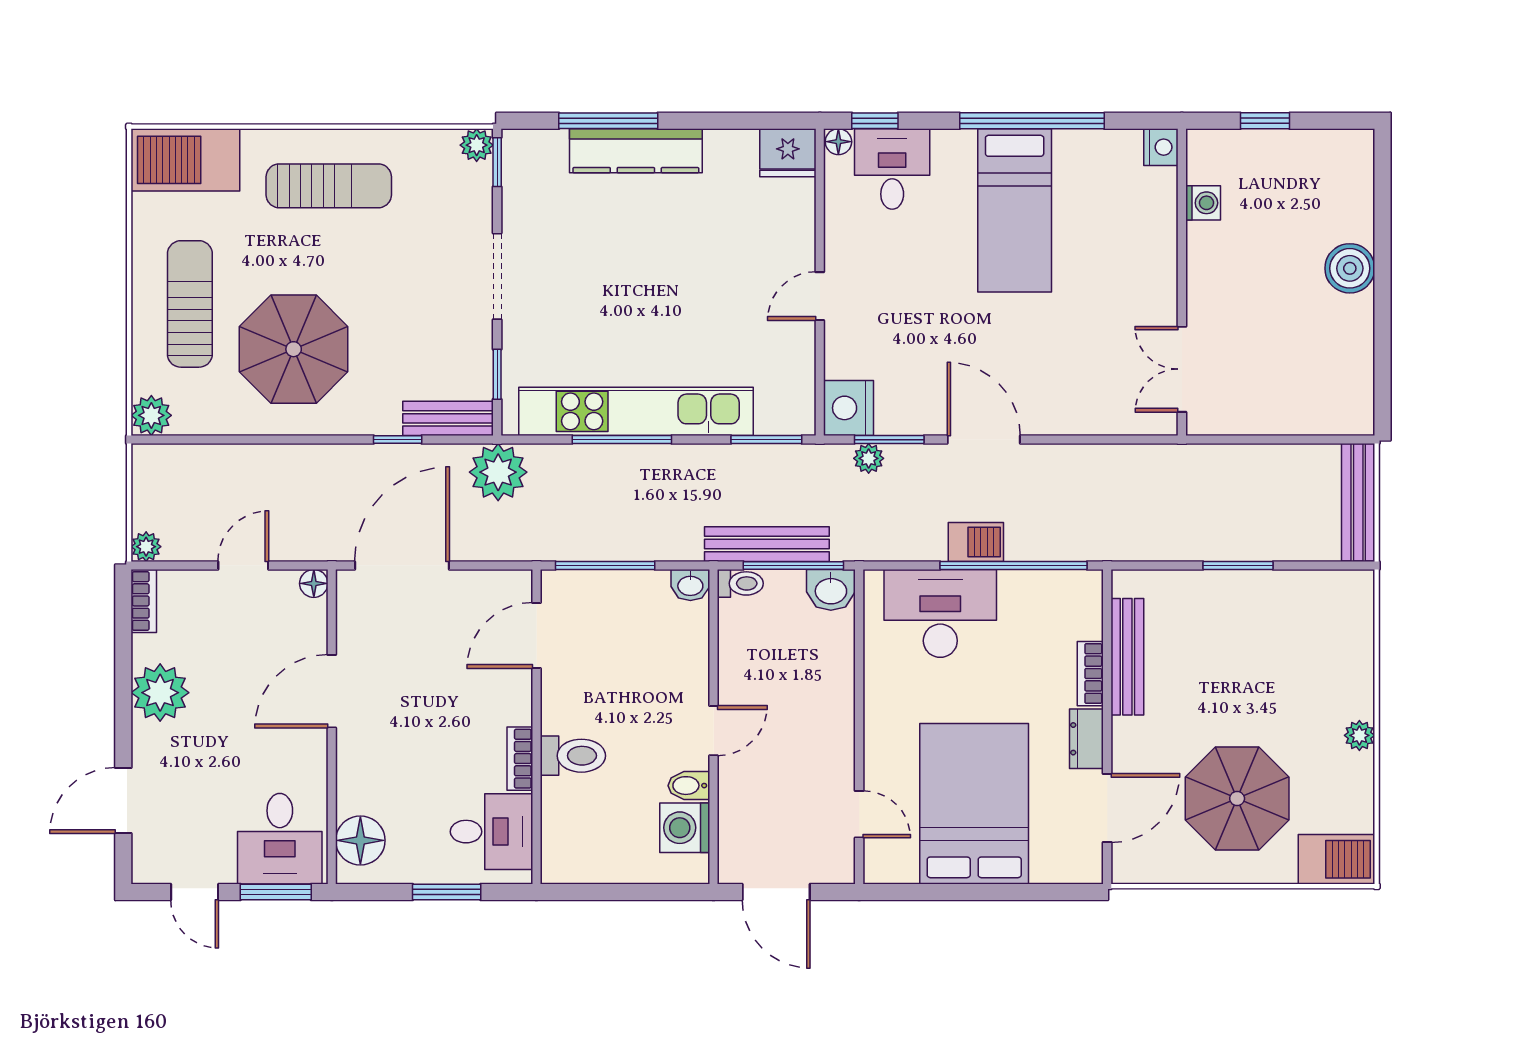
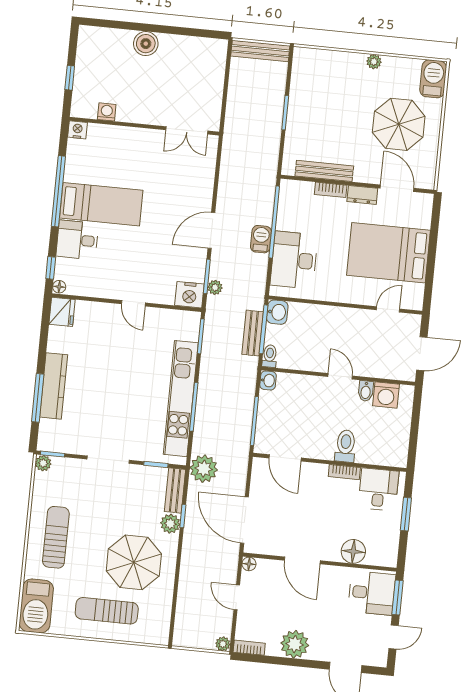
desk: (892, 169) -> (77, 240), moved
plant: (151, 415) -> (170, 524), moved
bench: (767, 544) -> (253, 333), width x0.73
floor lamp: (360, 840) -> (353, 551), moved

